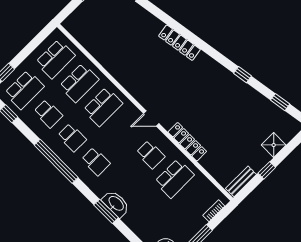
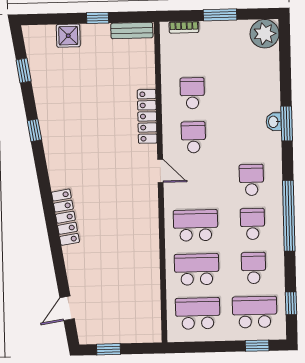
school desk: (174, 178) -> (192, 93), width x0.54
washbasin: (116, 204) -> (274, 122), width x0.52, depth x0.69

